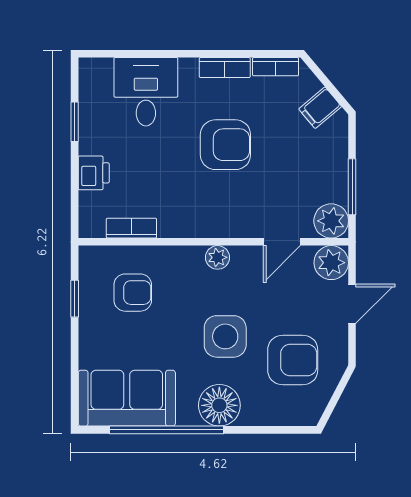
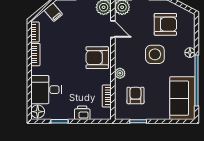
floor lamp: (96, 73) -> (38, 112), added
armchair: (225, 145) -> (97, 58), moved, turned -90
plant: (218, 257) -> (120, 73), moved
armchair: (293, 360) -> (165, 24), turned 90
floor lamp: (219, 405) -> (190, 53), width x0.53, depth x0.53

